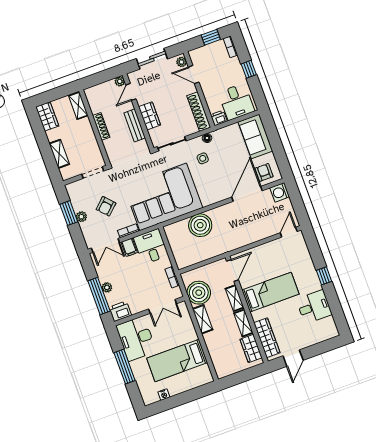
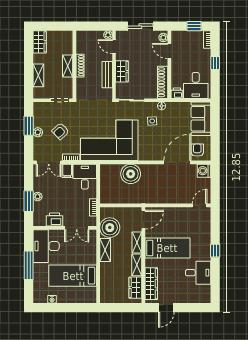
door: (131, 92) -> (114, 47), hinge flipped
shelving: (78, 106) -> (68, 66), moved
window: (99, 296) -> (29, 201), width x0.69
printer: (120, 311) -> (55, 220), moved

